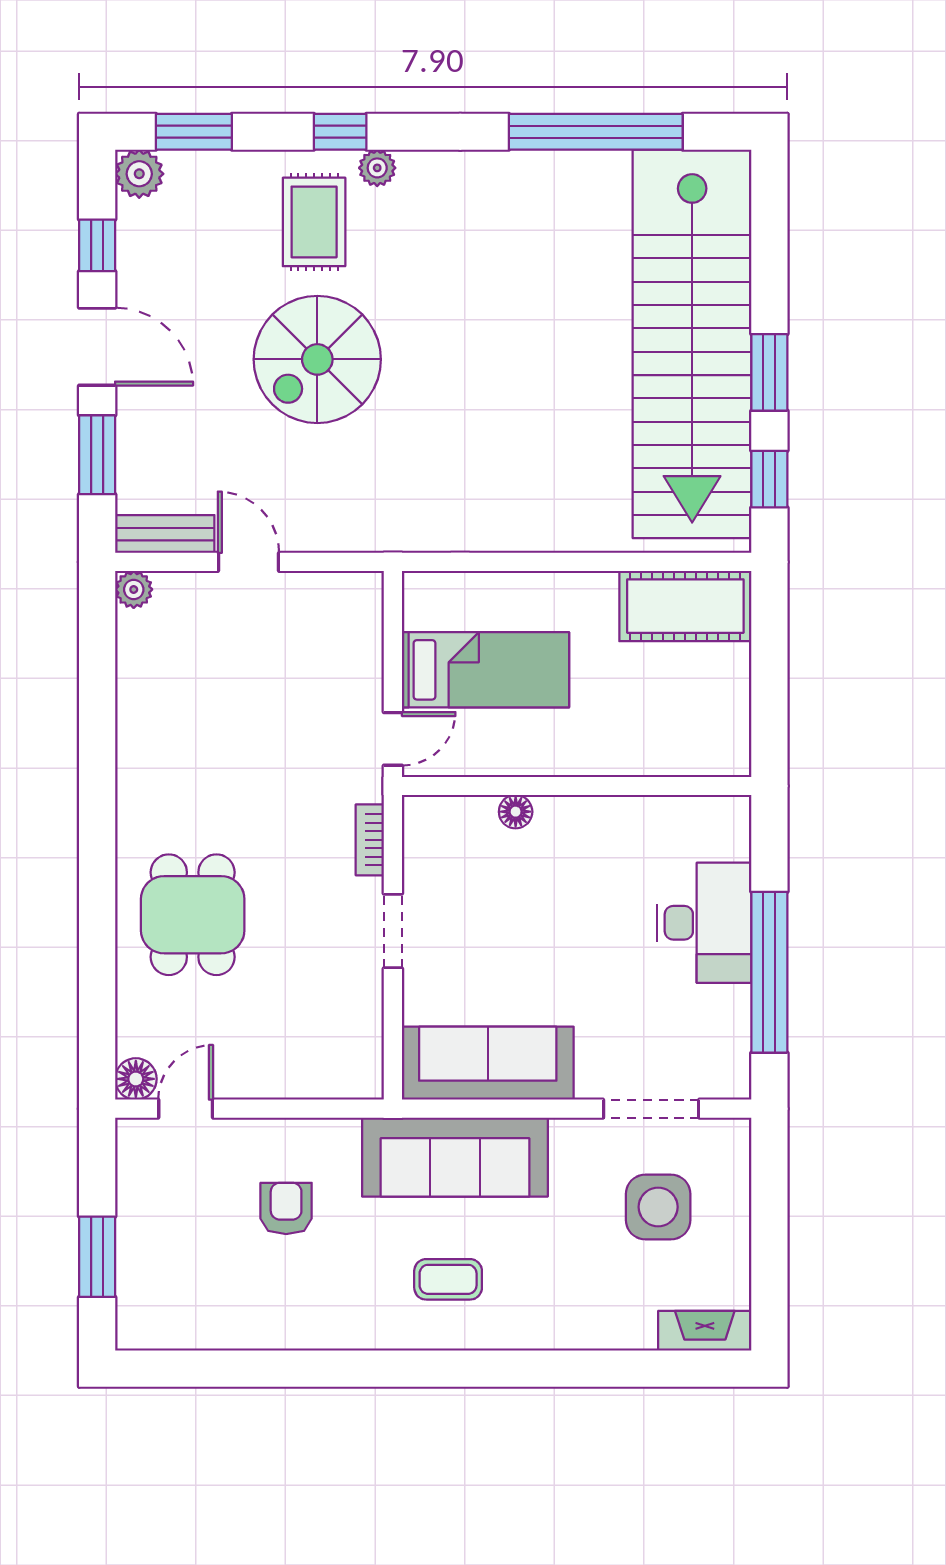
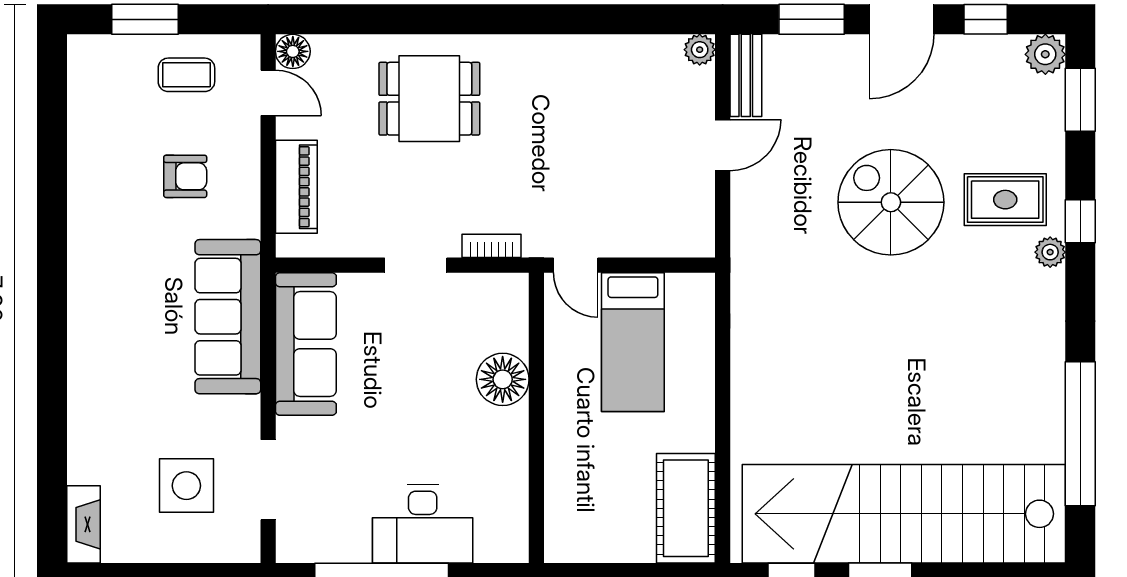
floor lamp: (516, 812) -> (503, 379), width x1.89, depth x1.89
piano: (299, 1075) -> (296, 187), added
coffee table: (448, 1279) -> (186, 75), moved, turned 90

